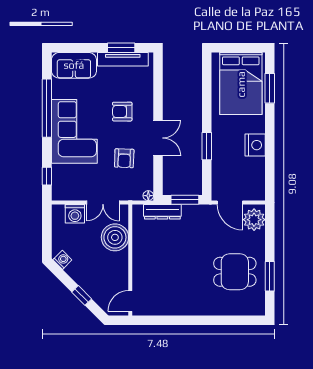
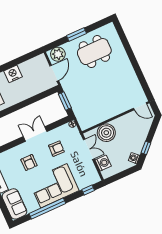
window: (207, 146) -> (27, 103), removed
dresser: (162, 212) -> (78, 111), removed
dining table: (235, 272) -> (94, 52), width x1.38
window: (270, 276) -> (77, 34), moved
window: (82, 295) -> (146, 148), moved

